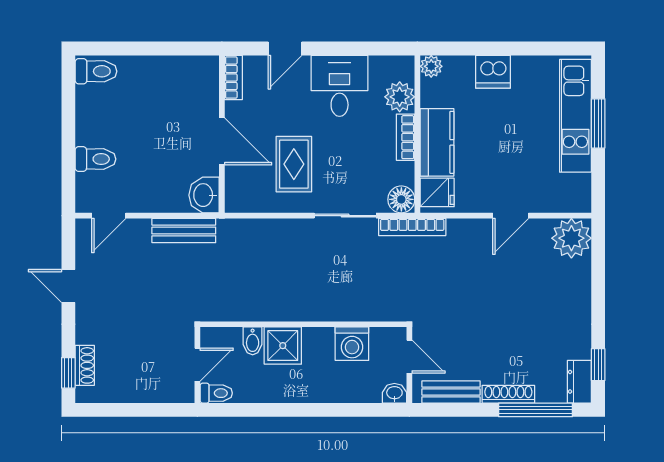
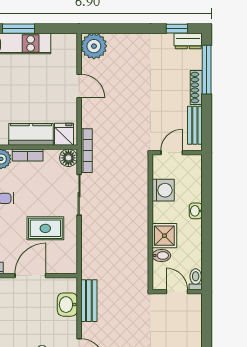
washbasin: (204, 195) -> (67, 305), moved, turned 90
washbasin: (394, 393) -> (196, 211), moved

